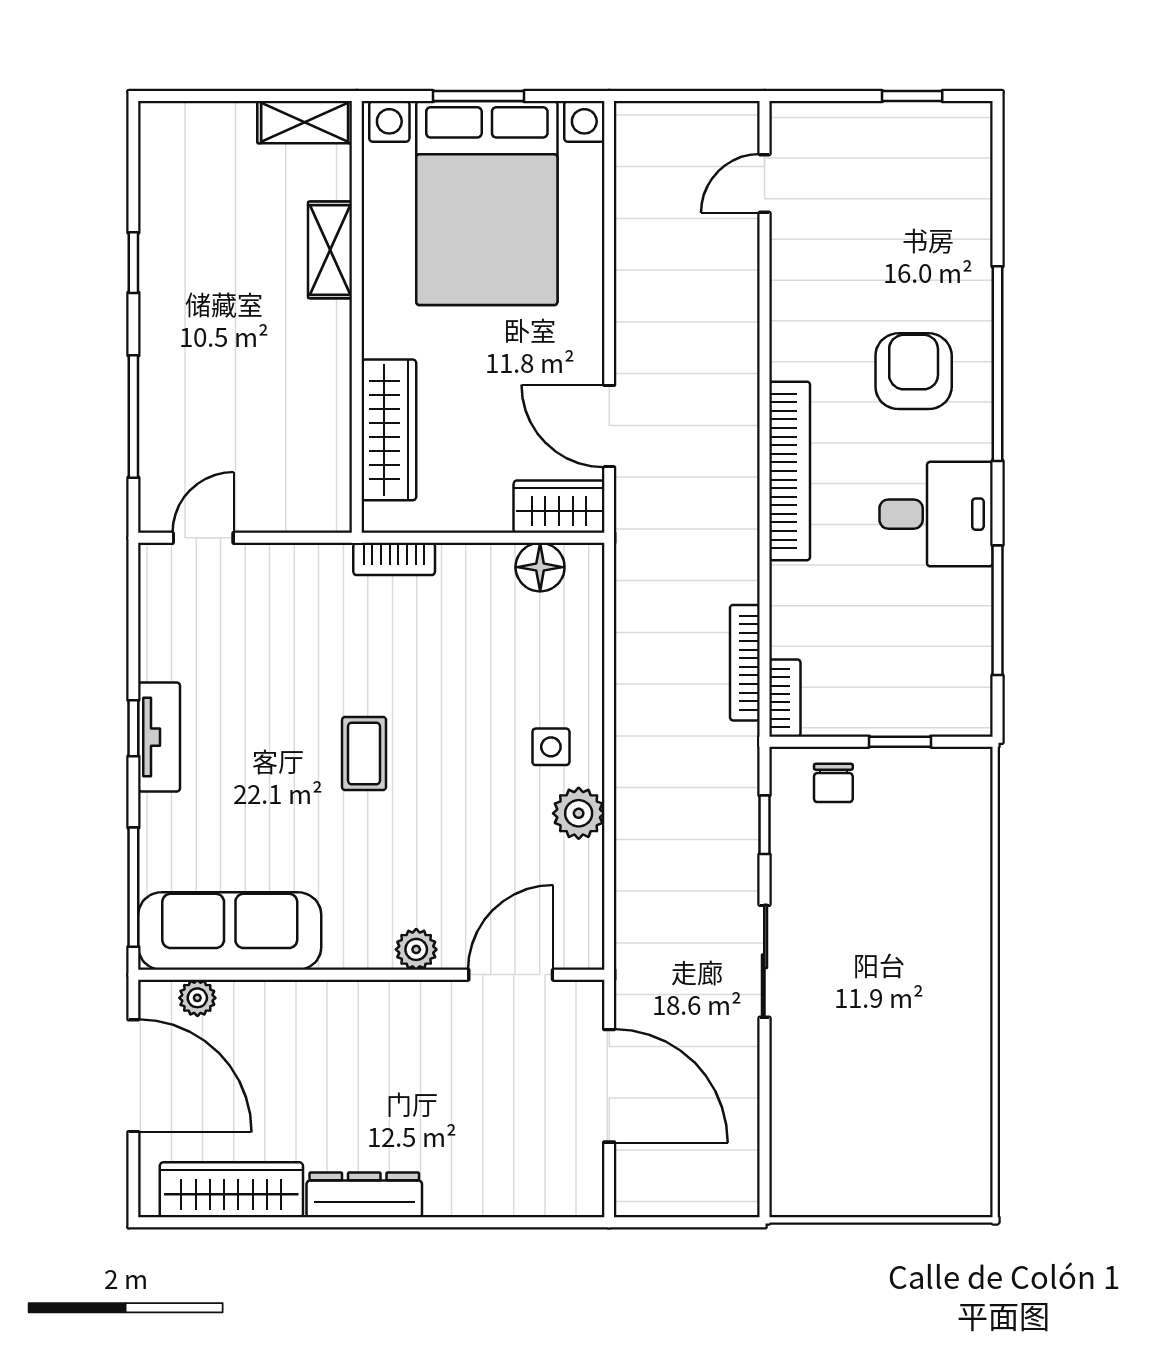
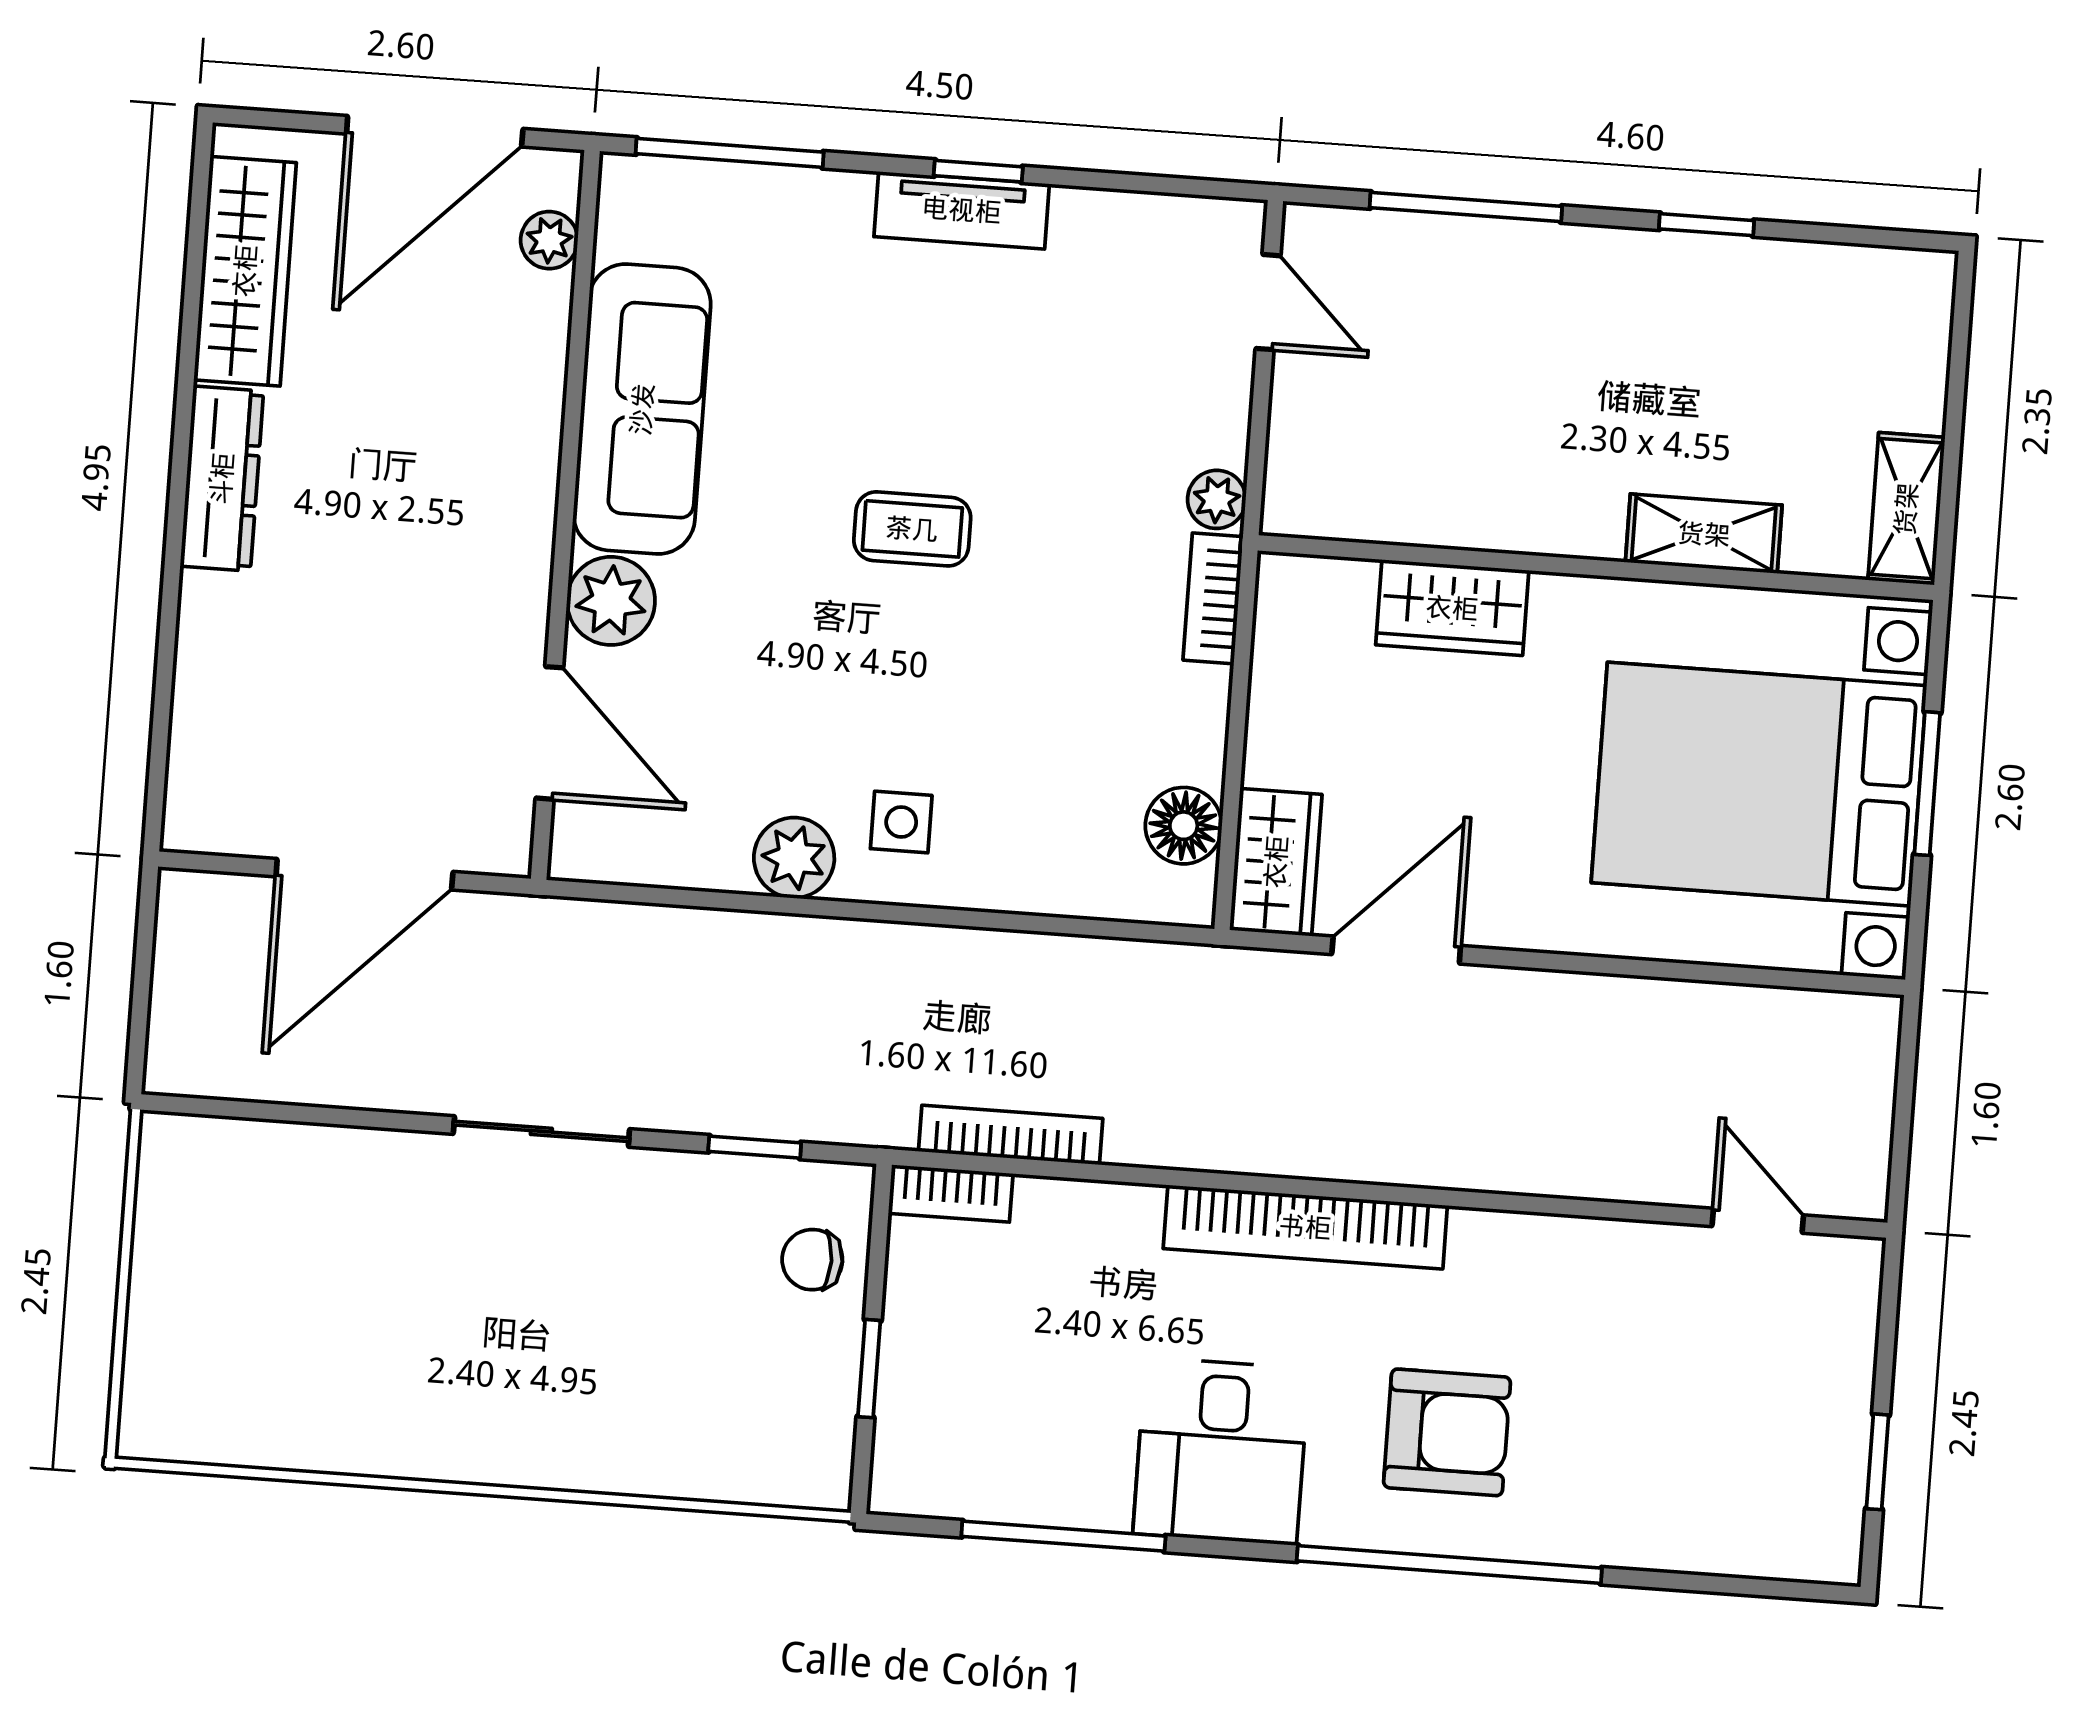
wardrobe: (389, 430) -> (1452, 608), width x0.67
plant: (331, 561) -> (1217, 499), added
sofa: (230, 931) -> (642, 409), moved
plant: (416, 949) -> (611, 601), width x1.38, depth x1.38

